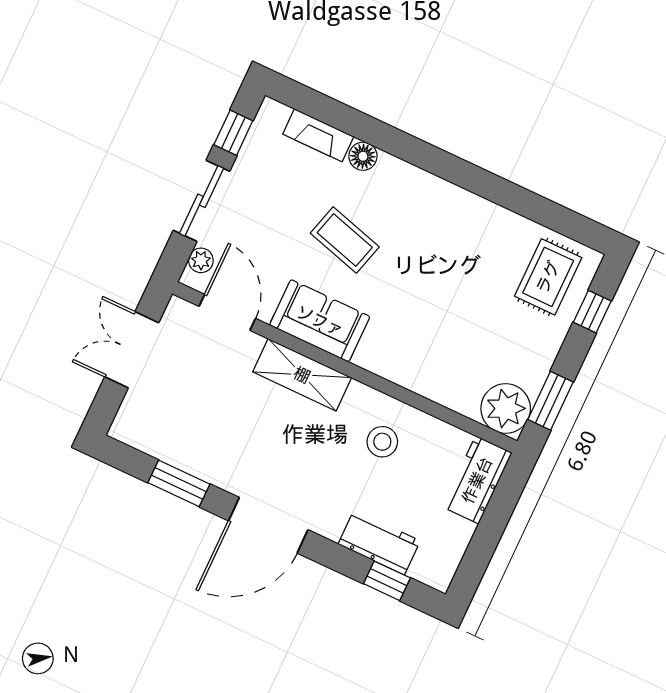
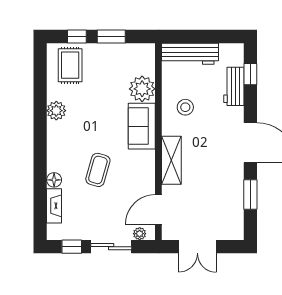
plant: (481, 216) -> (56, 111), added
rug: (548, 277) -> (70, 65), turned 90
sofa: (320, 321) -> (142, 126), moved
window: (551, 401) -> (111, 36), moved
plant: (506, 408) -> (142, 89), moved
workbench: (477, 480) -> (190, 54), width x1.37

